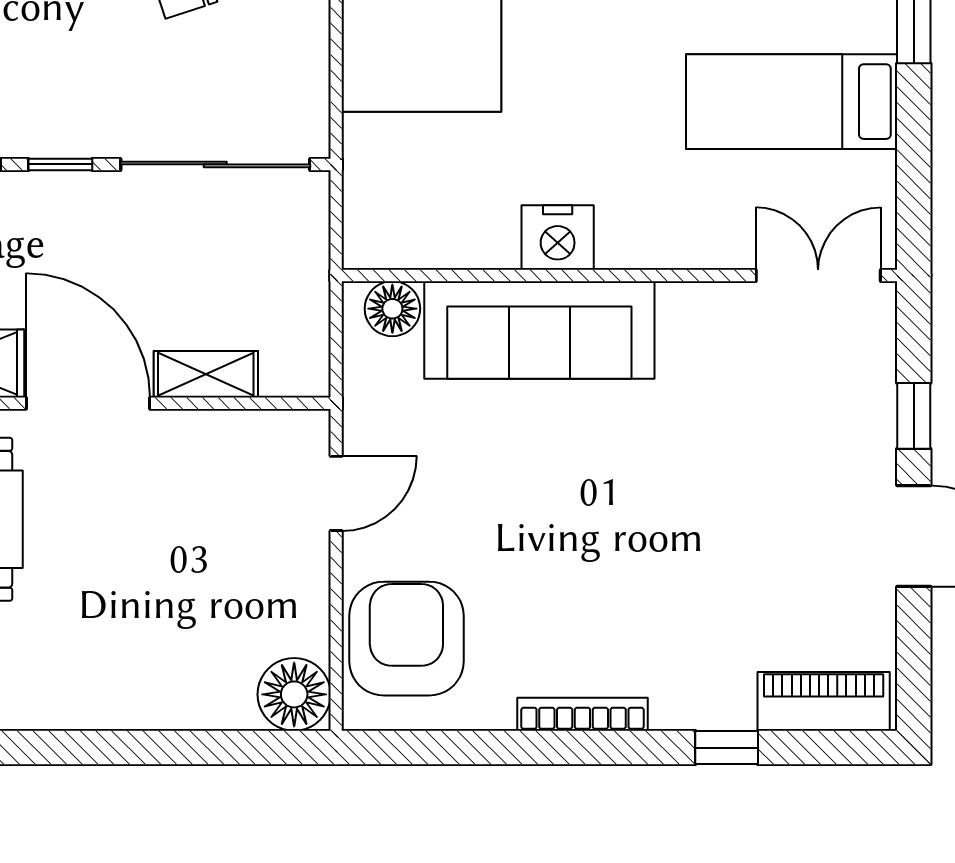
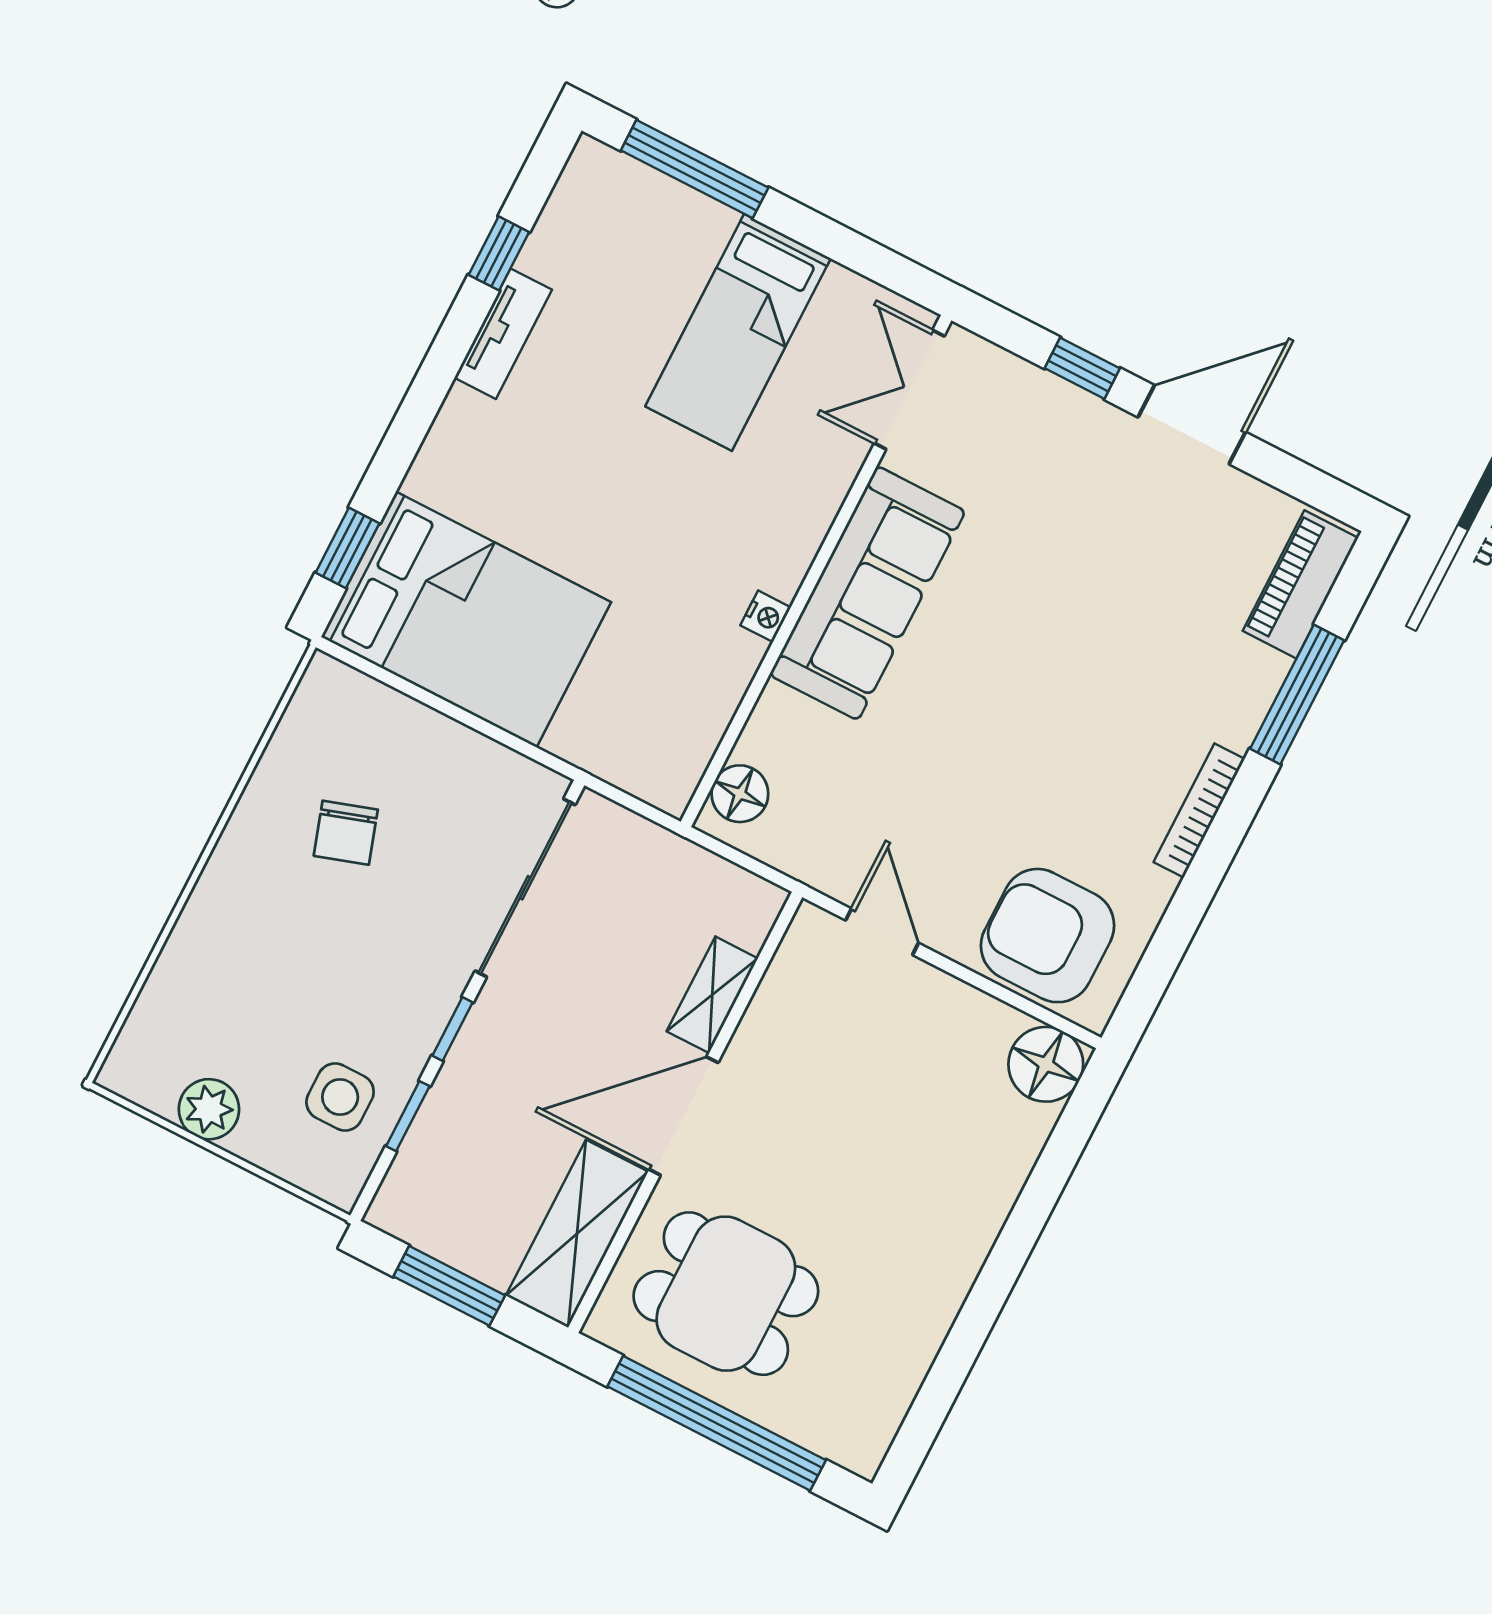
nightstand: (558, 238) -> (766, 616), width x0.53, depth x0.56
sofa: (539, 330) -> (867, 593), moved
window: (727, 748) -> (1297, 695), width x2.17

